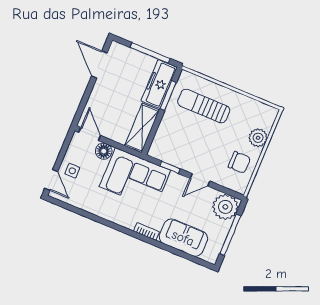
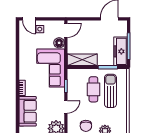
freezer: (159, 84) -> (120, 51), moved, turned -90
cafe table: (191, 130) -> (93, 89), added
door: (51, 180) -> (29, 19), hinge flipped
door: (200, 180) -> (66, 107), swing flipped

